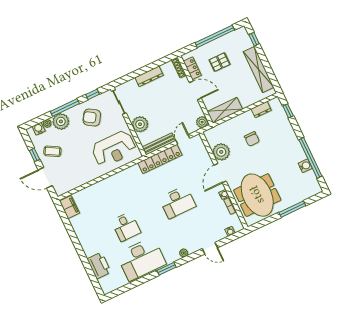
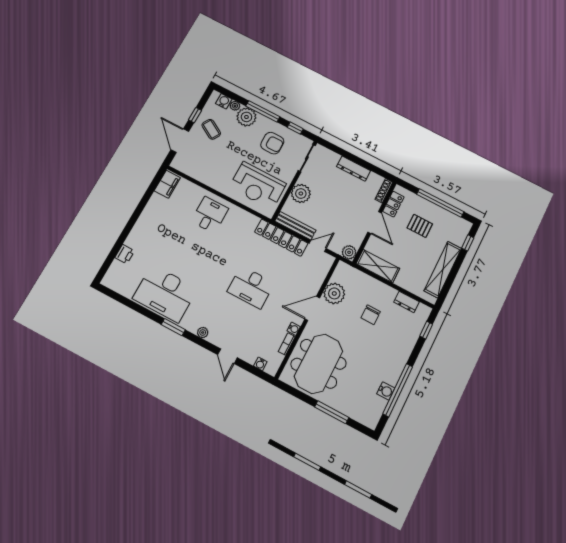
armchair: (92, 118) -> (272, 143), turned 148
desk: (126, 227) -> (210, 215), moved, turned 180
printer: (99, 266) -> (125, 254), width x0.53, depth x0.68

